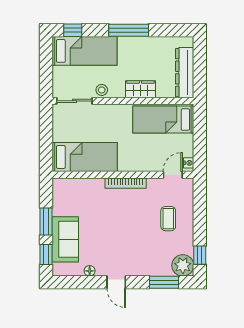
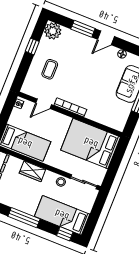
bed: (85, 157) -> (91, 143), width x1.50
door: (173, 175) -> (44, 104), moved
window: (200, 255) -> (32, 46), moved
door: (116, 282) -> (106, 38), swing flipped
window: (164, 282) -> (83, 29), moved

